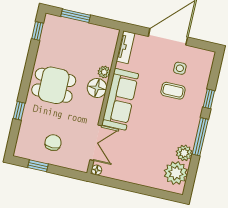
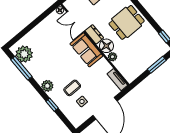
sofa: (120, 99) -> (86, 50), width x0.73
dresser: (94, 111) -> (94, 34), added
window: (200, 137) -> (21, 68), moved
plant: (184, 153) -> (47, 86), moved

